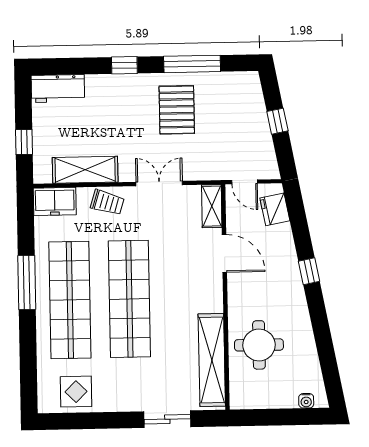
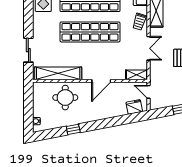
door: (245, 182) -> (149, 92), hinge flipped
door: (224, 253) -> (101, 81), moved
window: (309, 271) -> (73, 129), moved

